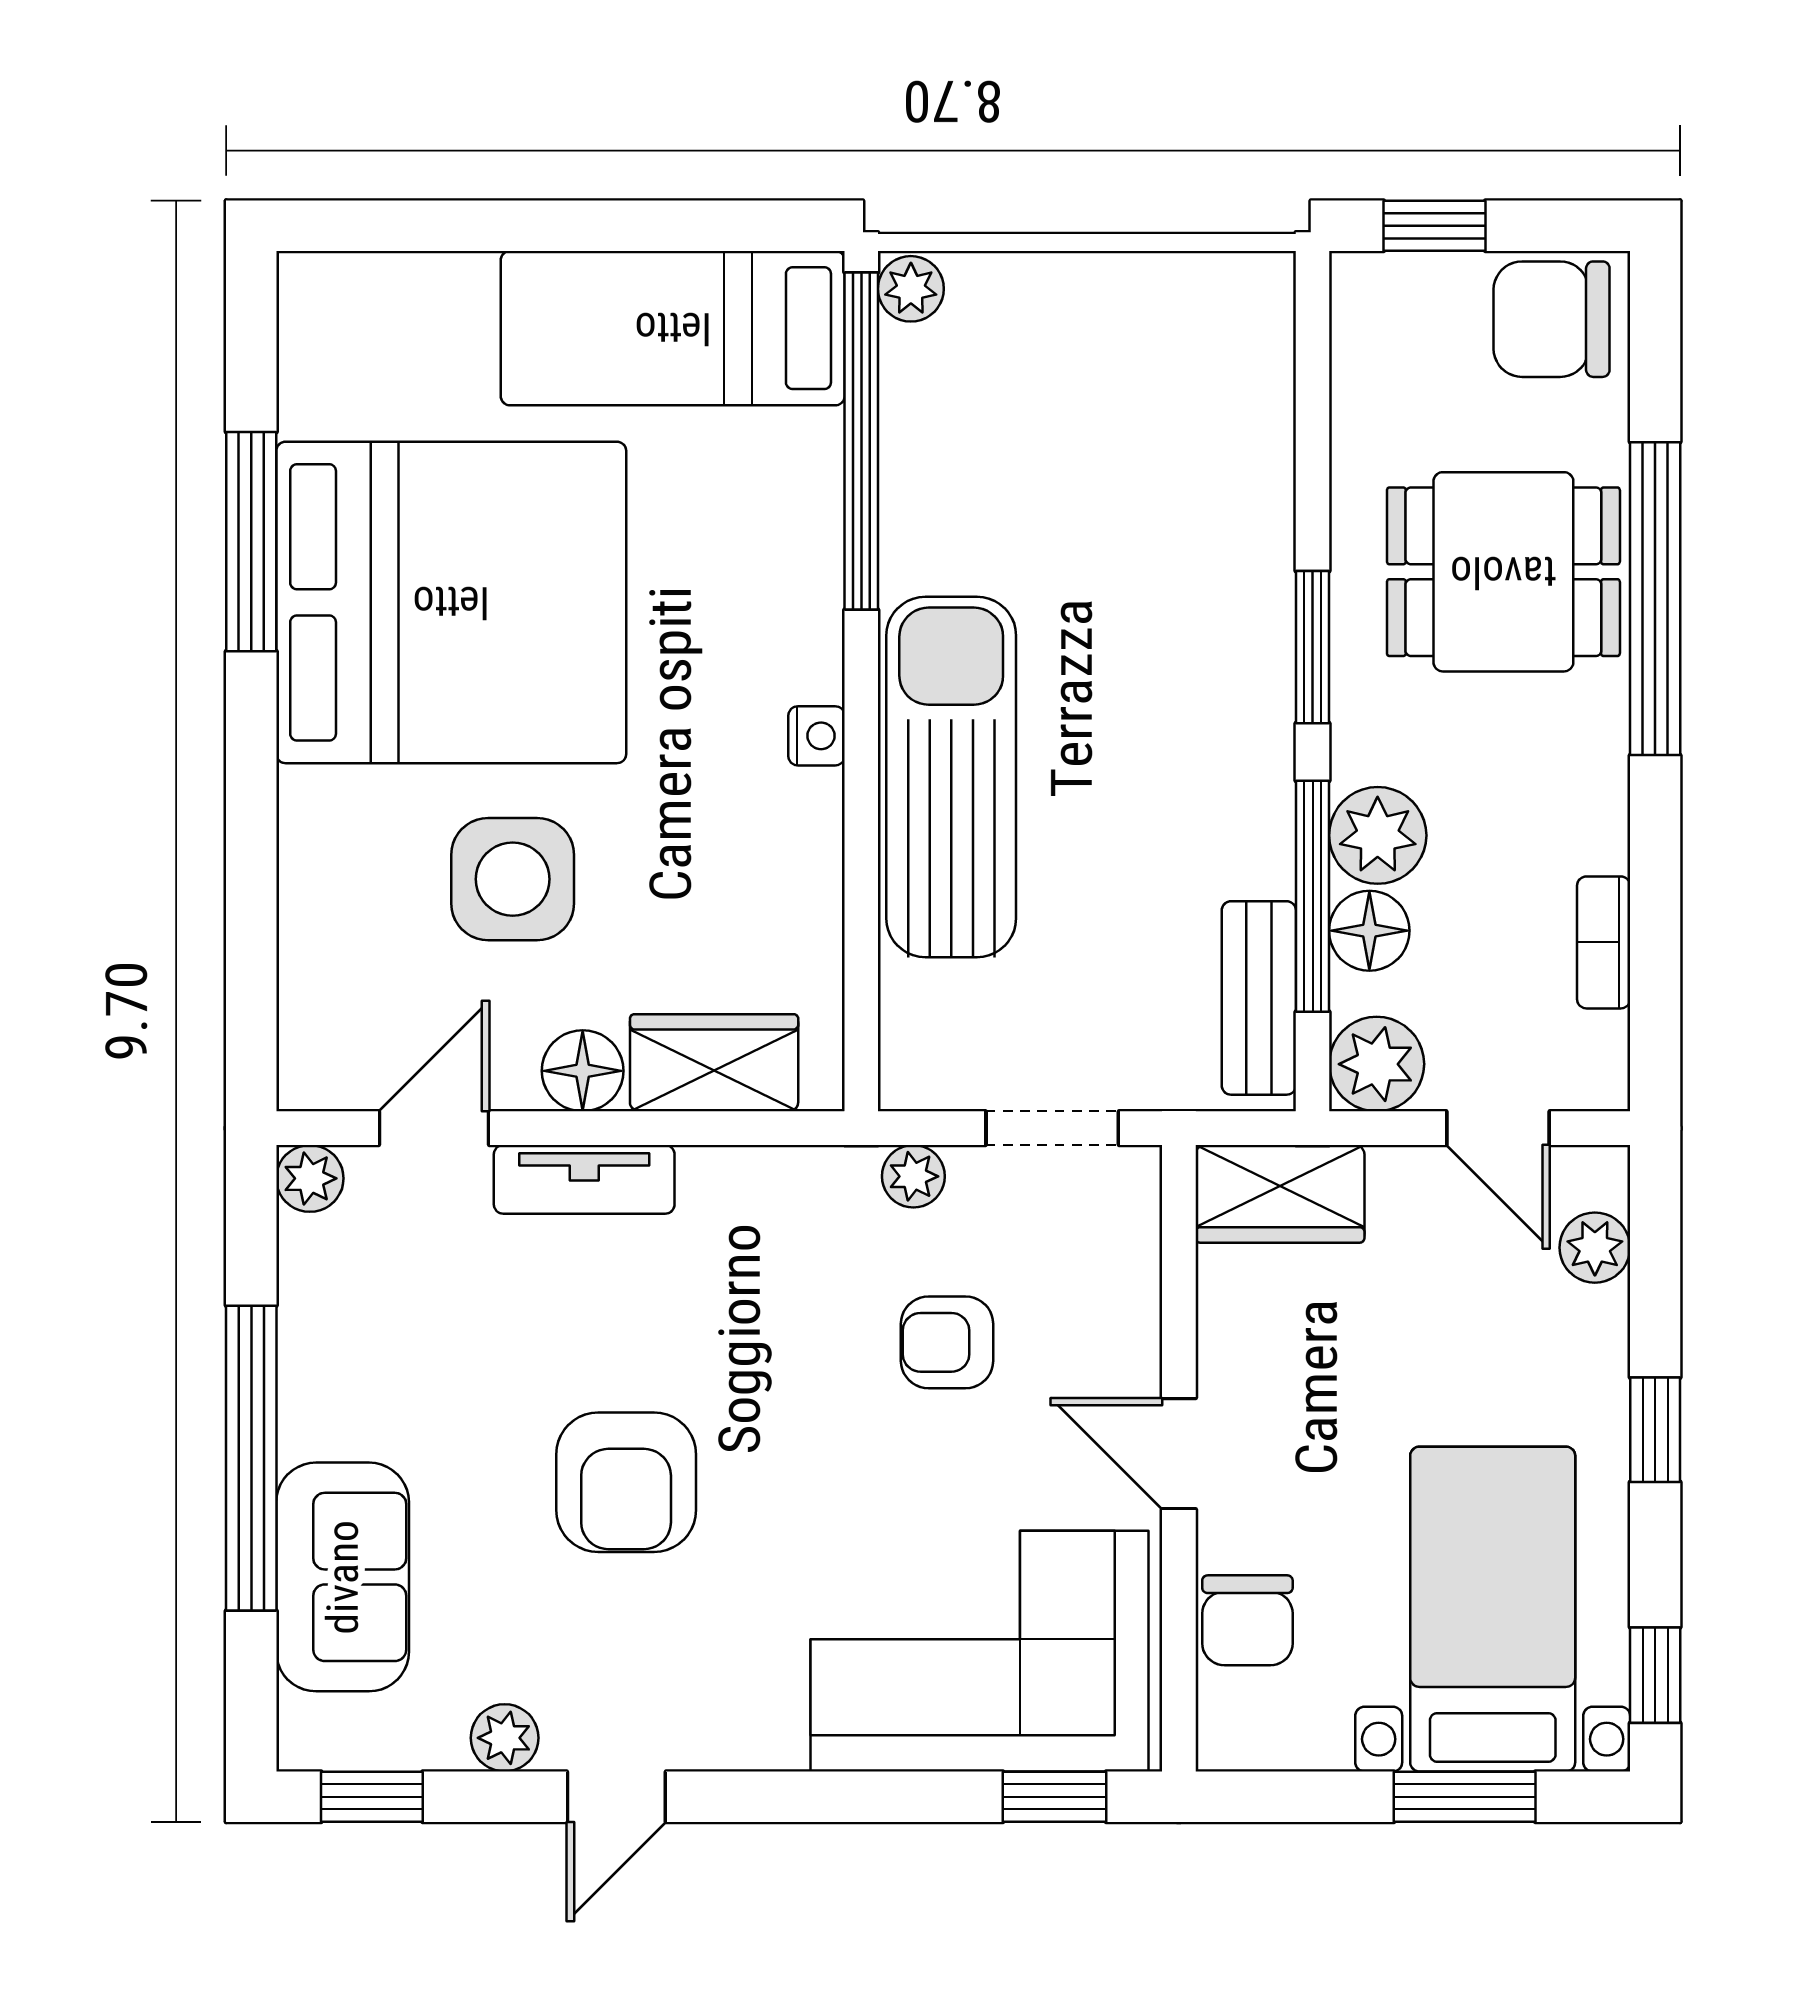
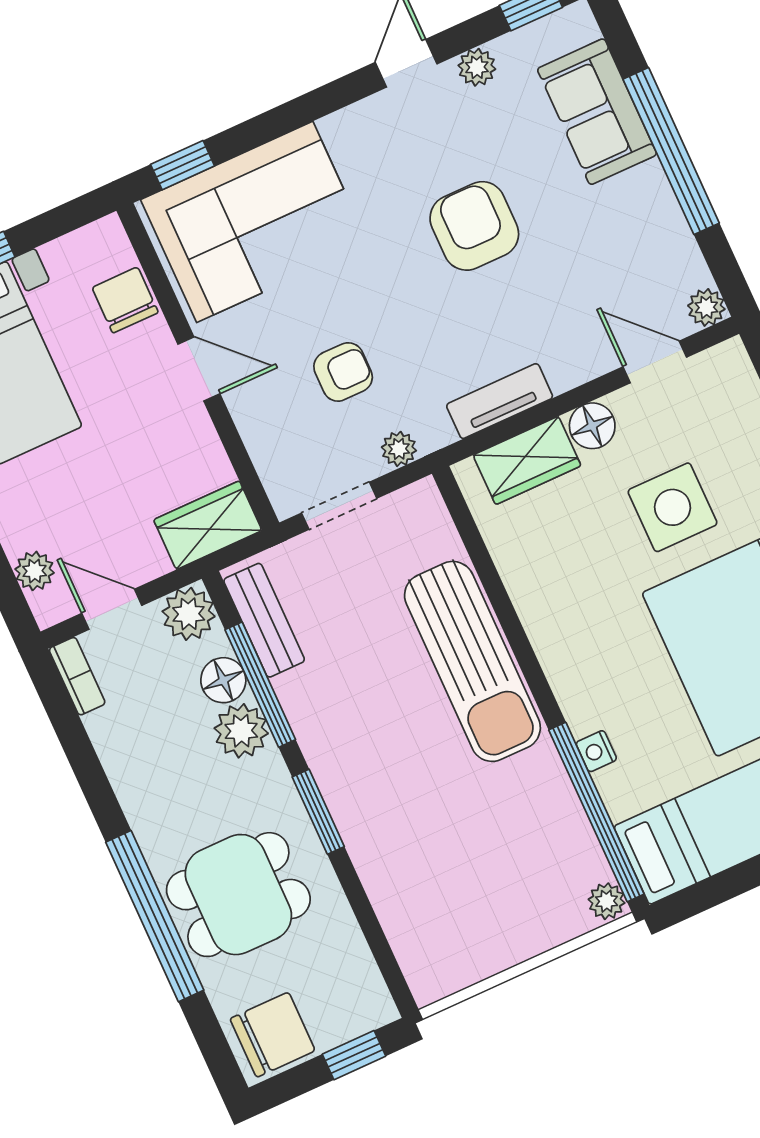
nightstand: (817, 736) -> (596, 751), moved
bookcase: (1604, 942) -> (77, 676), moved
door: (434, 1128) -> (655, 362), swing flipped
tv unit: (584, 1179) -> (500, 401), moved

